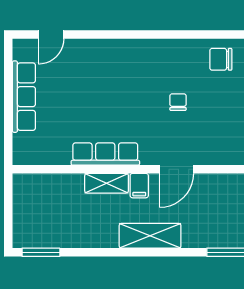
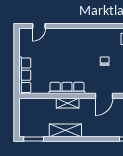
row of seats: (24, 97) -> (25, 75), moved
filing cabinet: (139, 186) -> (85, 104), removed
shelving: (150, 236) -> (65, 130), moved

